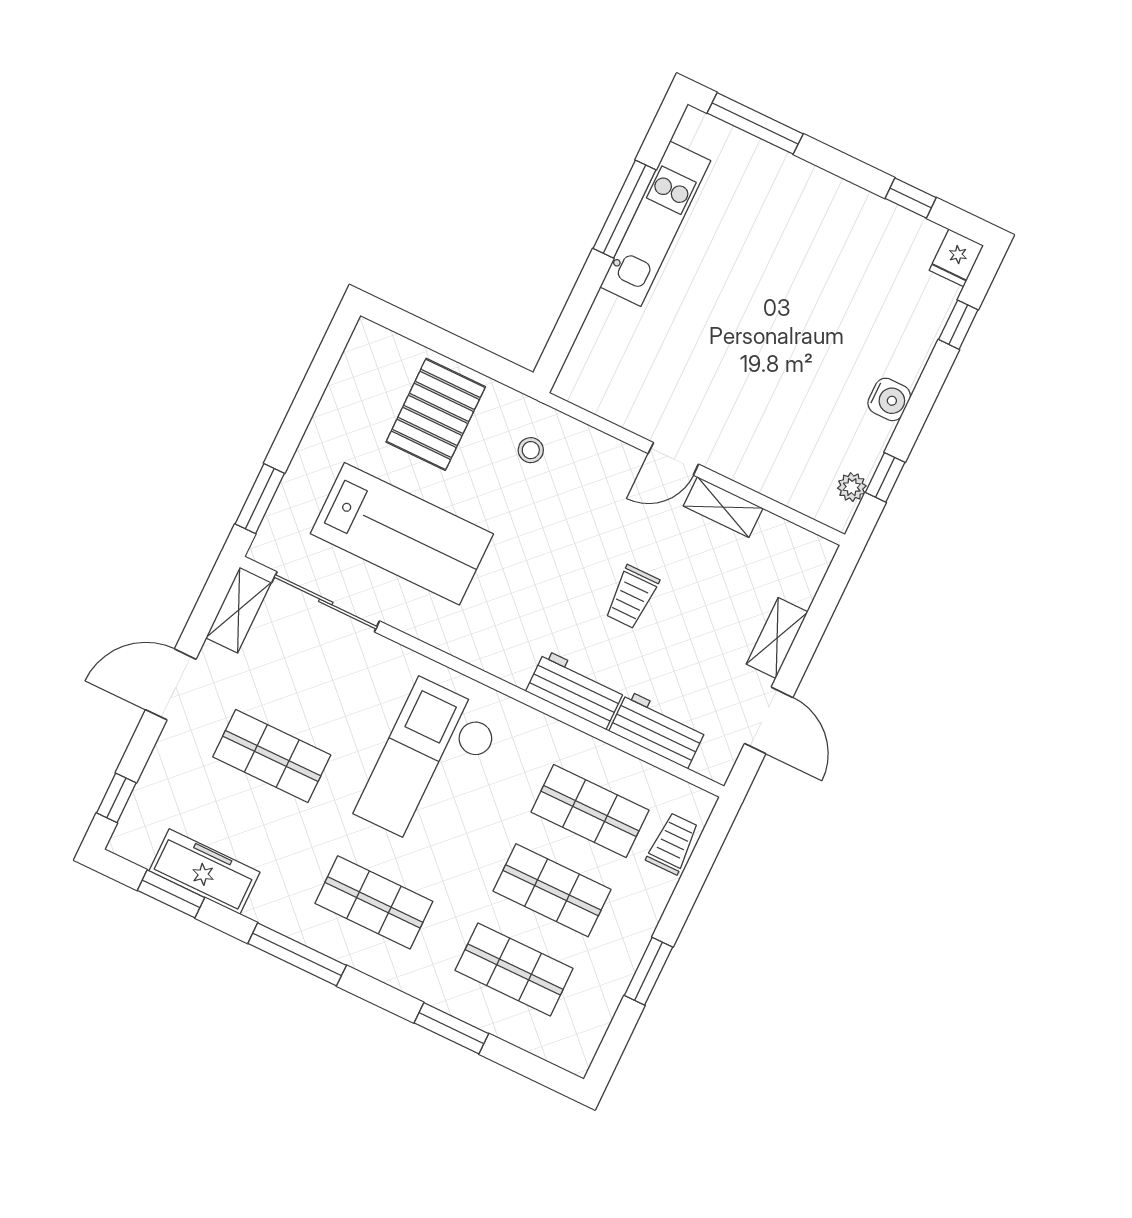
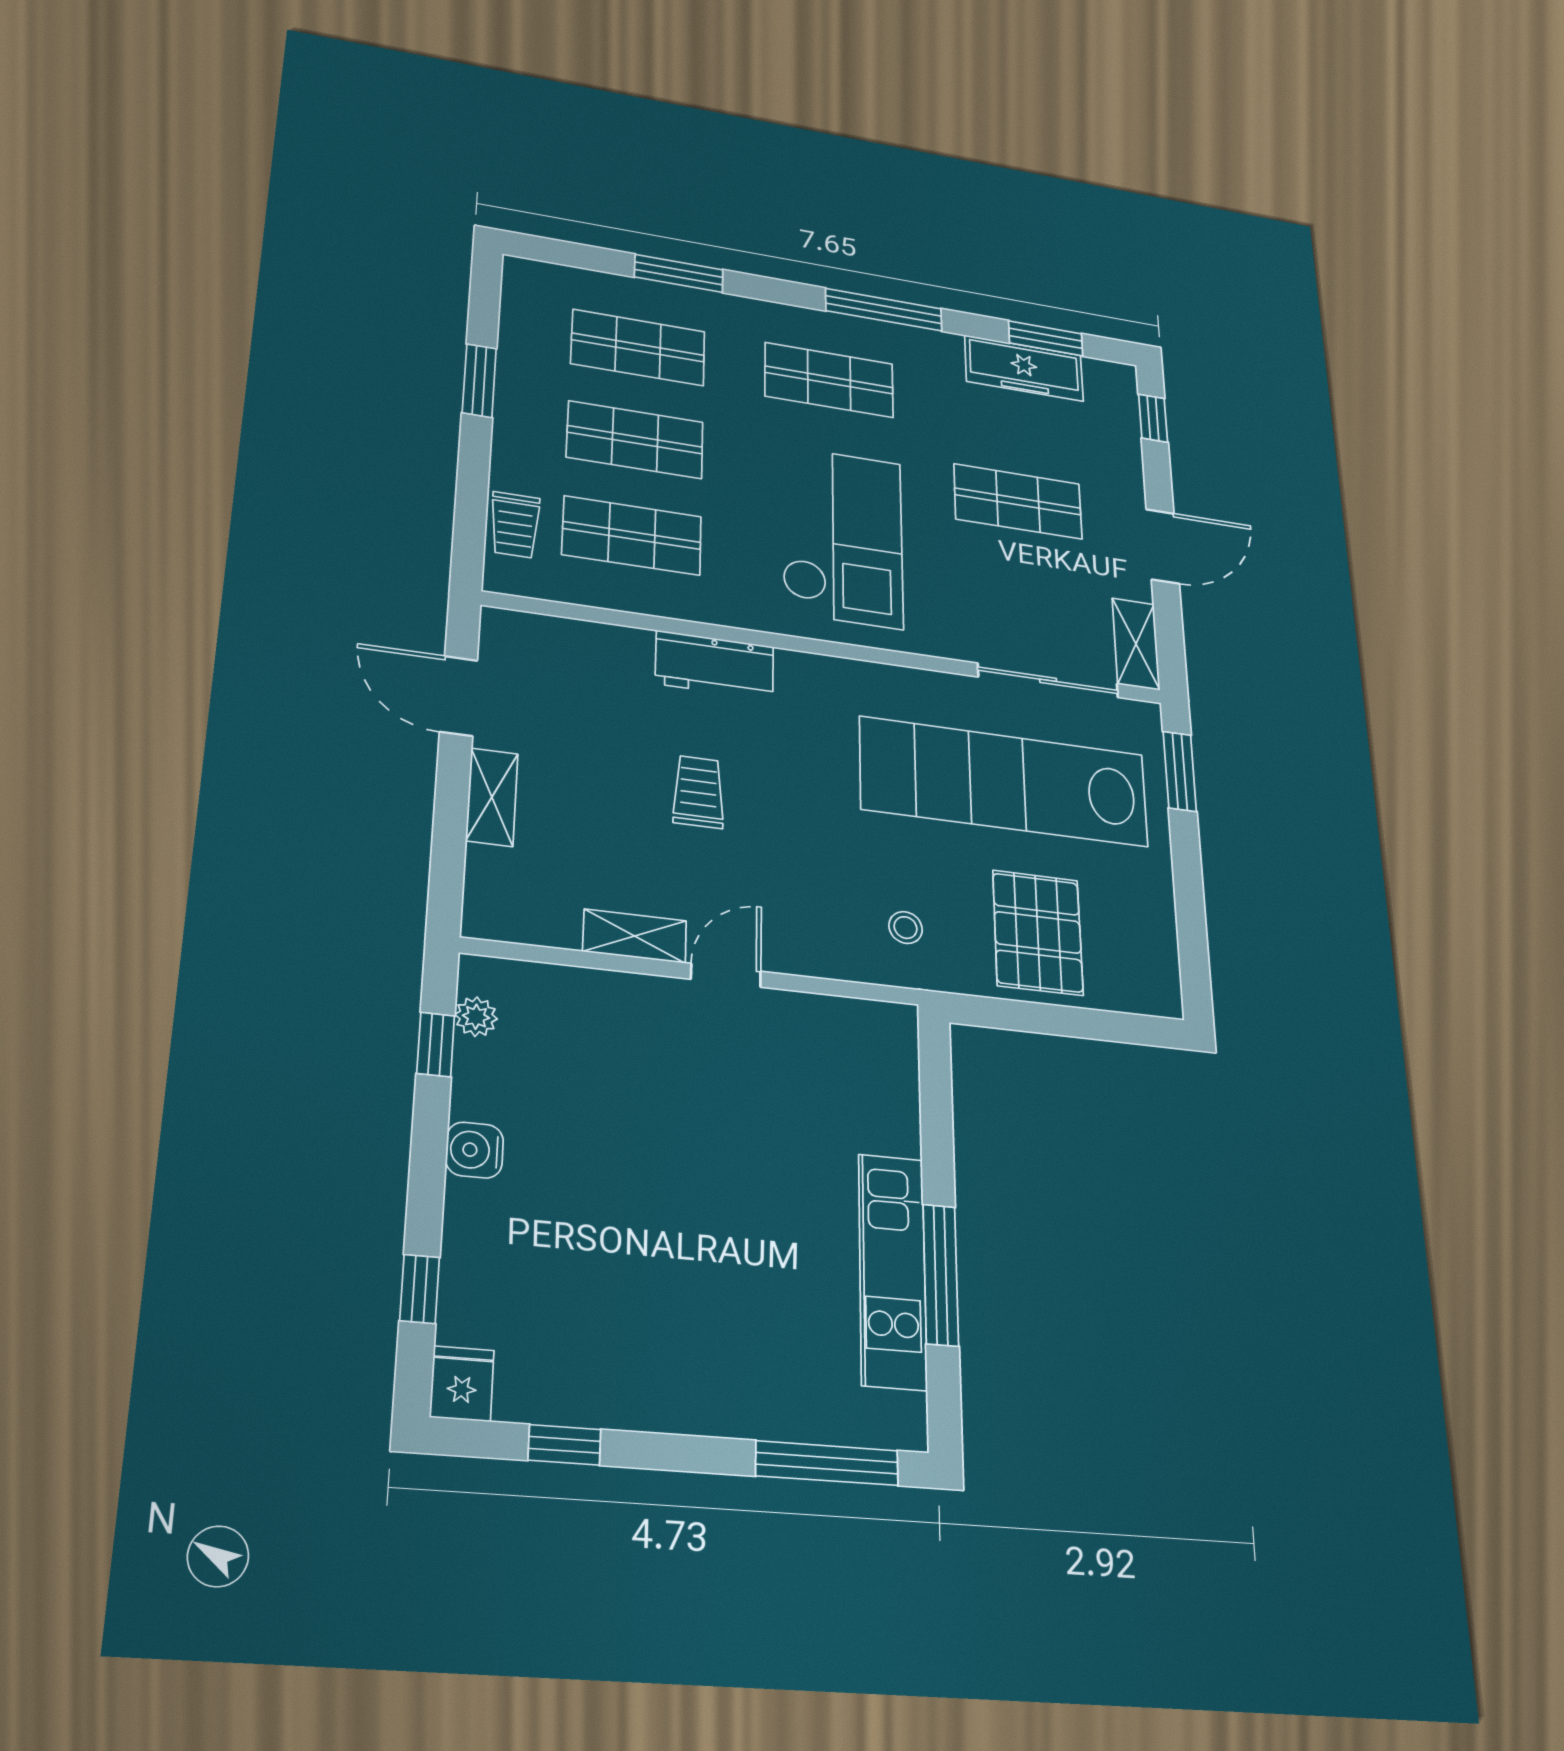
lab bench: (402, 534) -> (1004, 782), width x1.36
workbench: (658, 730) -> (593, 647), removed

